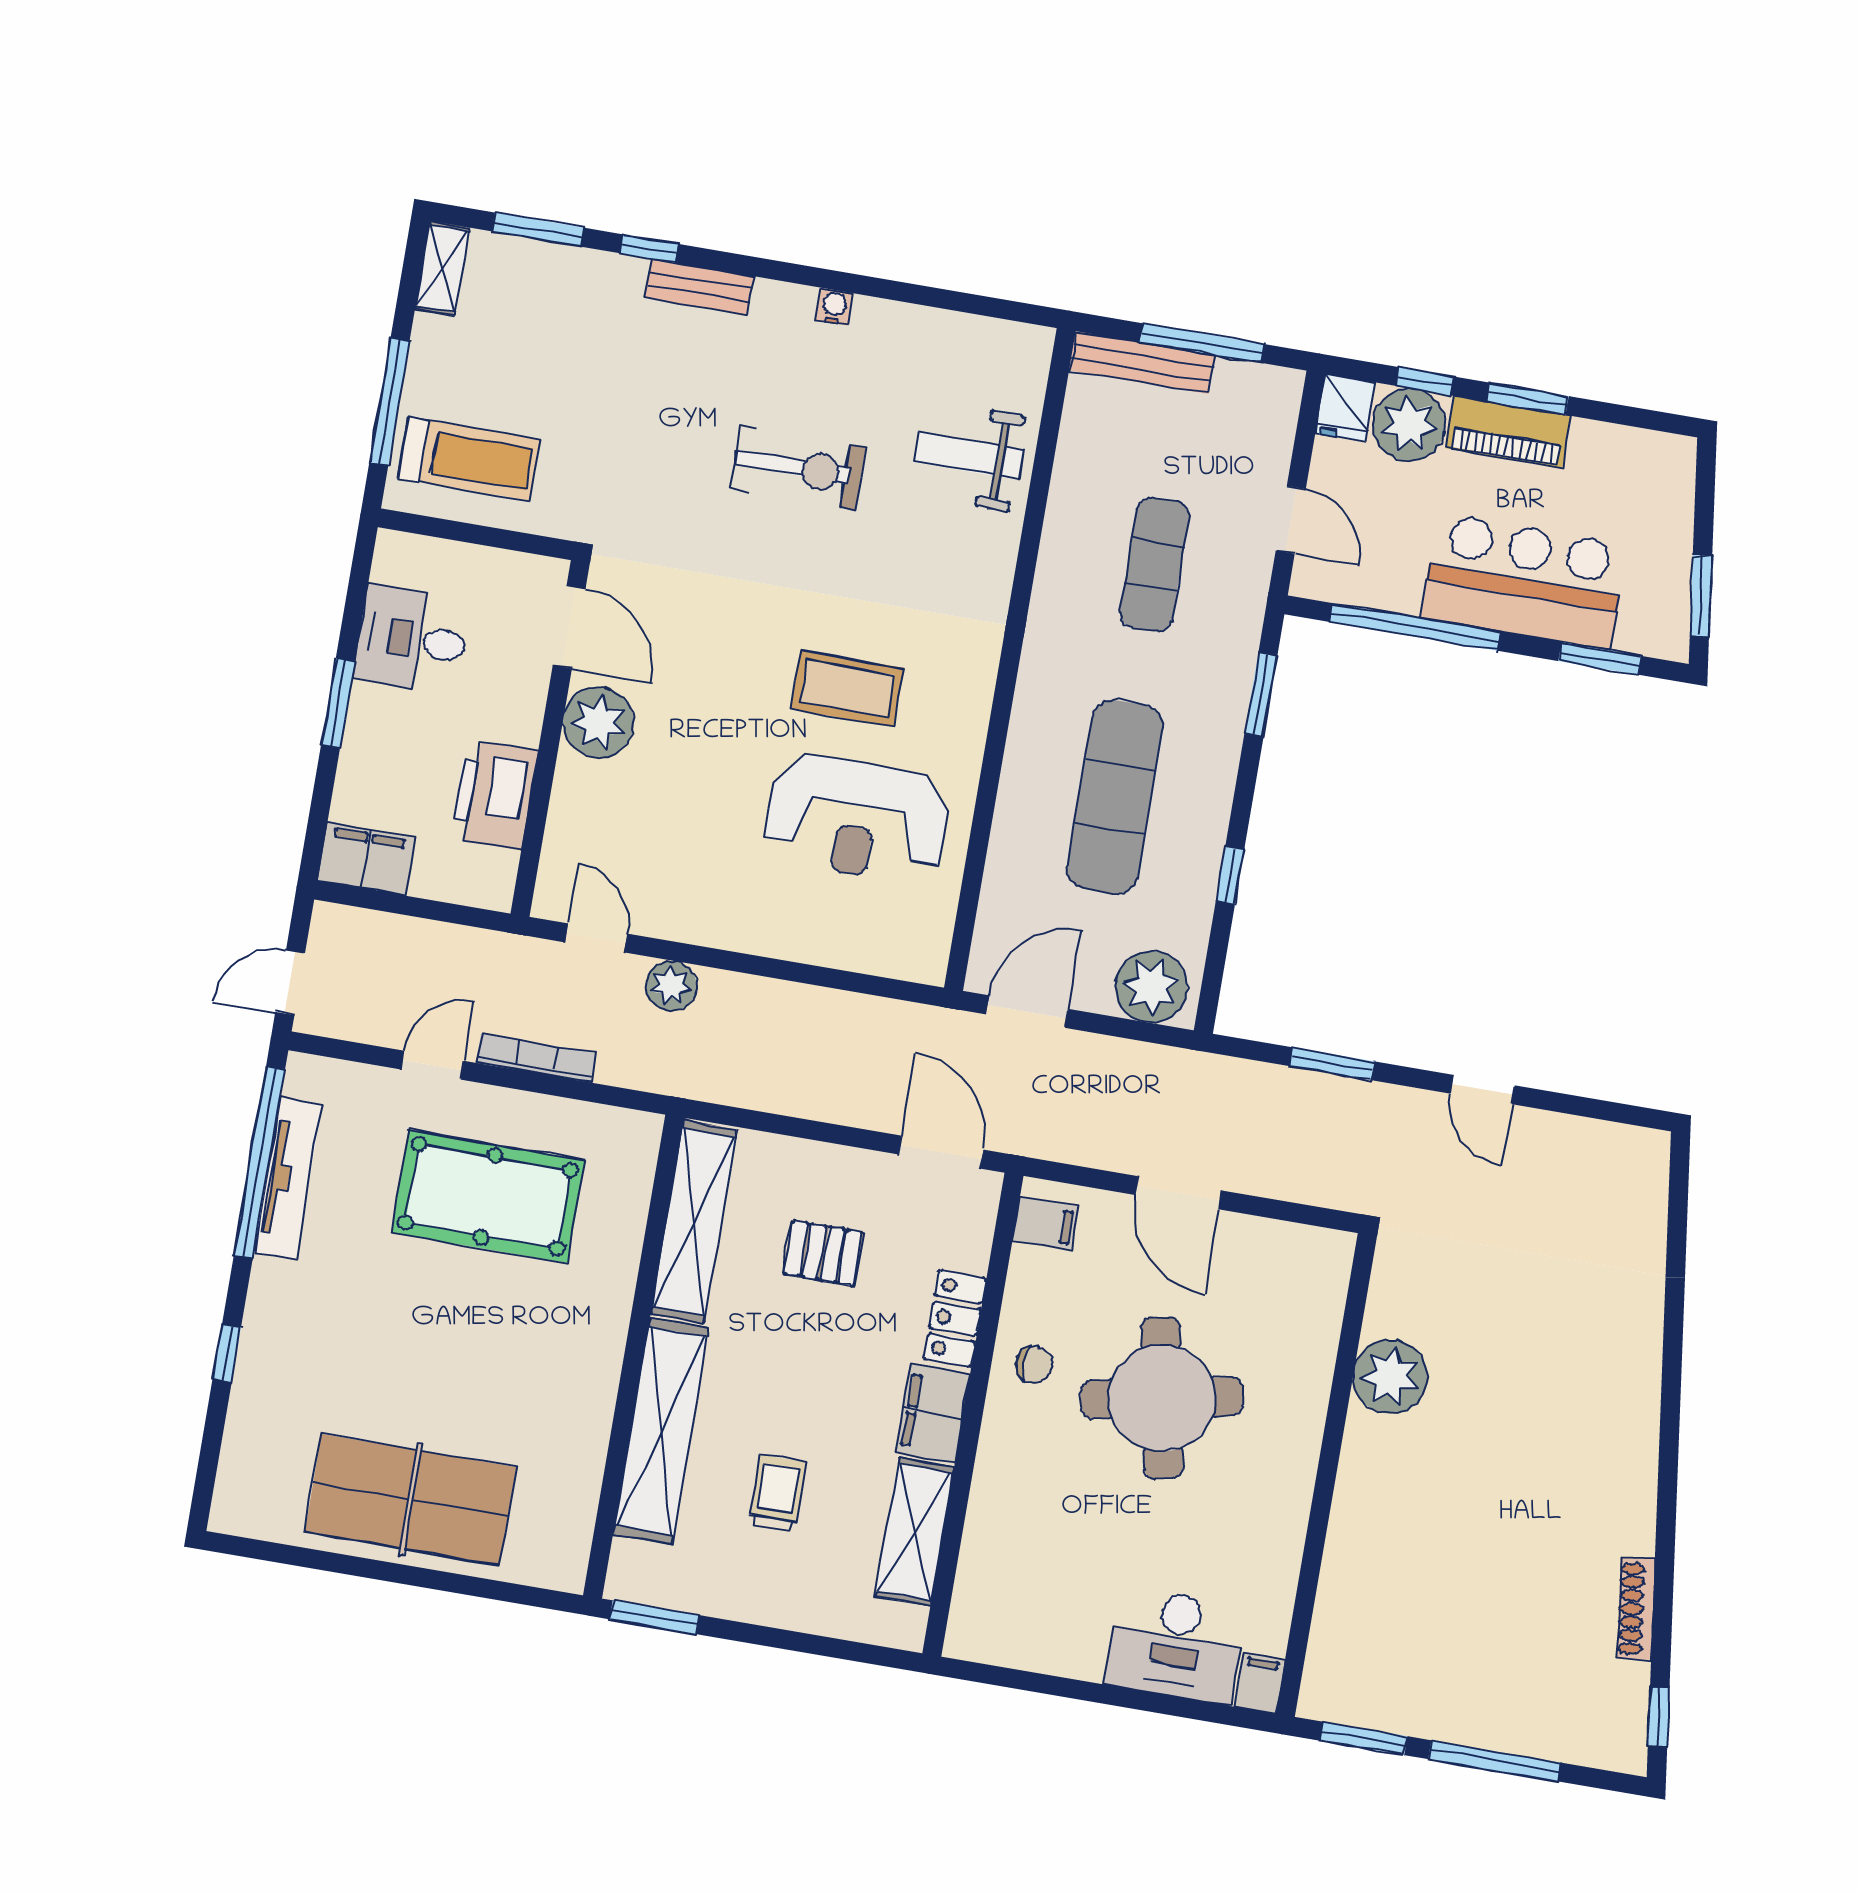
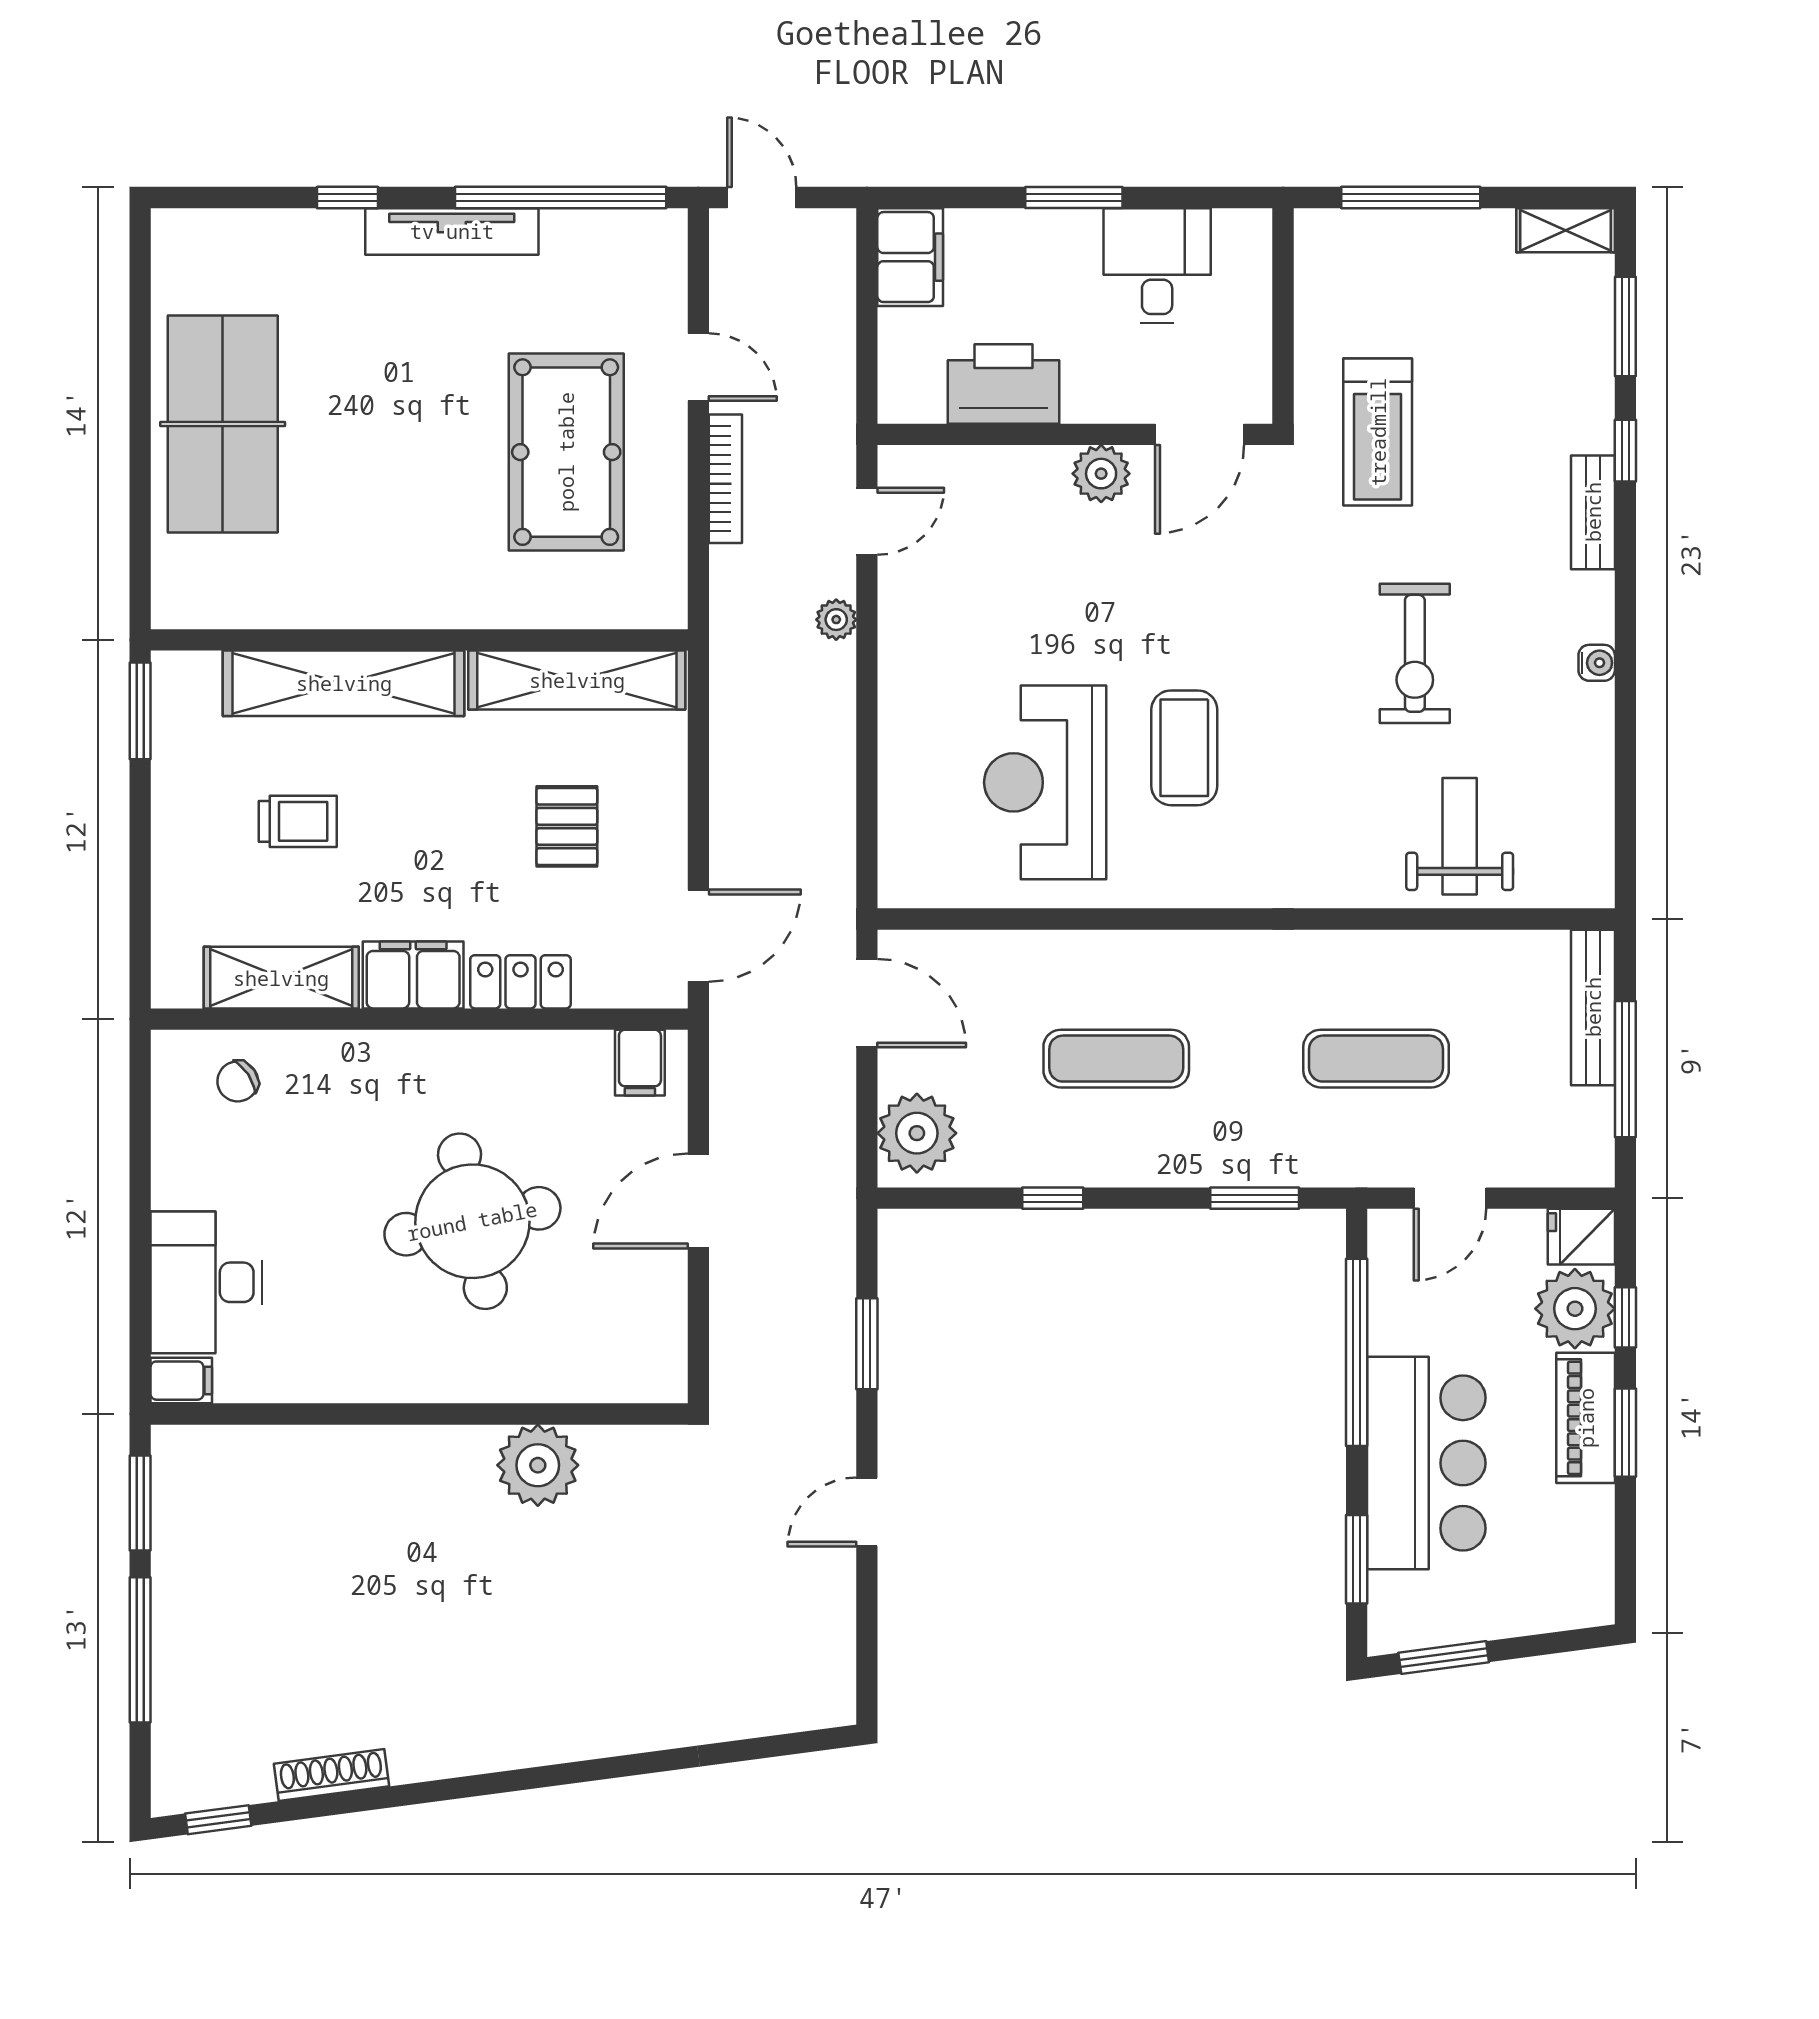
treadmill: (469, 459) -> (1378, 432), moved
plant: (598, 723) -> (1101, 474), width x0.73, depth x0.73
exercise mat: (1115, 797) -> (1116, 1059), width x0.73, depth x0.69
plant: (671, 986) -> (836, 620), width x0.73, depth x0.73
tv unit: (288, 1179) -> (452, 231), moved
chair: (1034, 1364) -> (238, 1081), moved, turned 56

